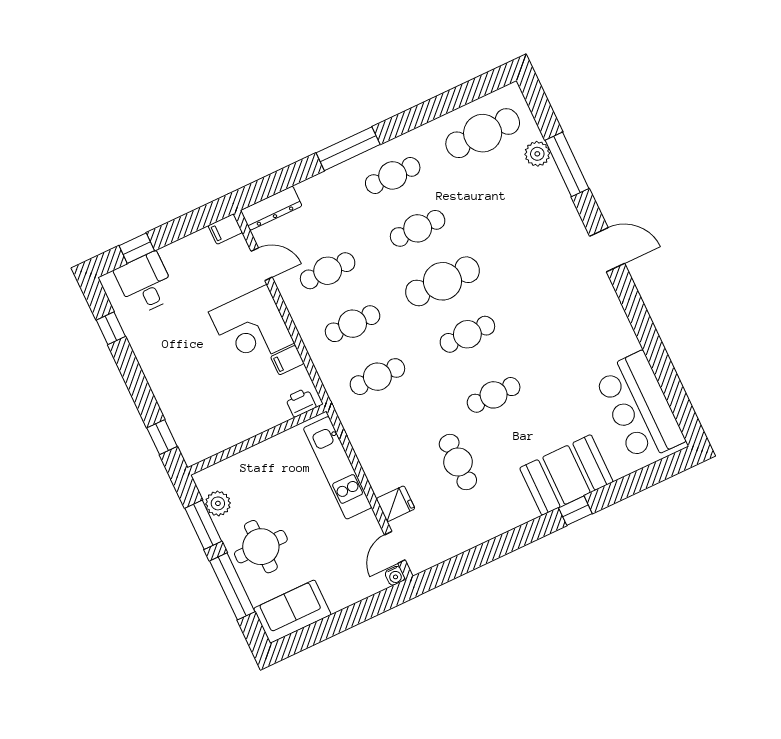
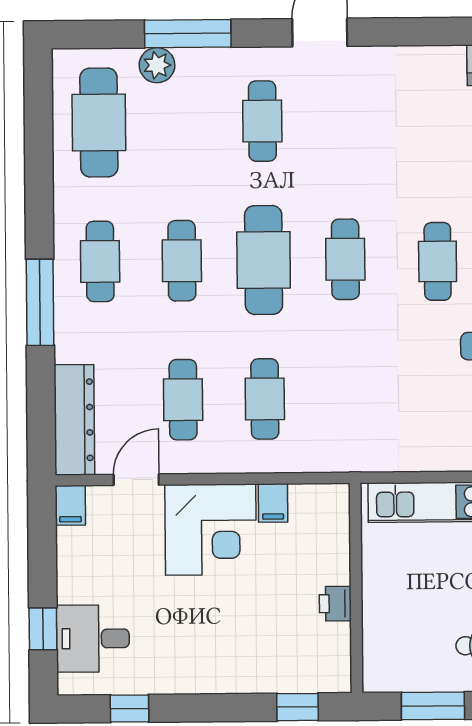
dresser: (271, 208) -> (74, 420), width x1.37, depth x1.24
cafe table: (377, 377) -> (262, 121), moved
printer: (301, 402) -> (335, 604), moved
plant: (218, 503) -> (414, 675), removed

